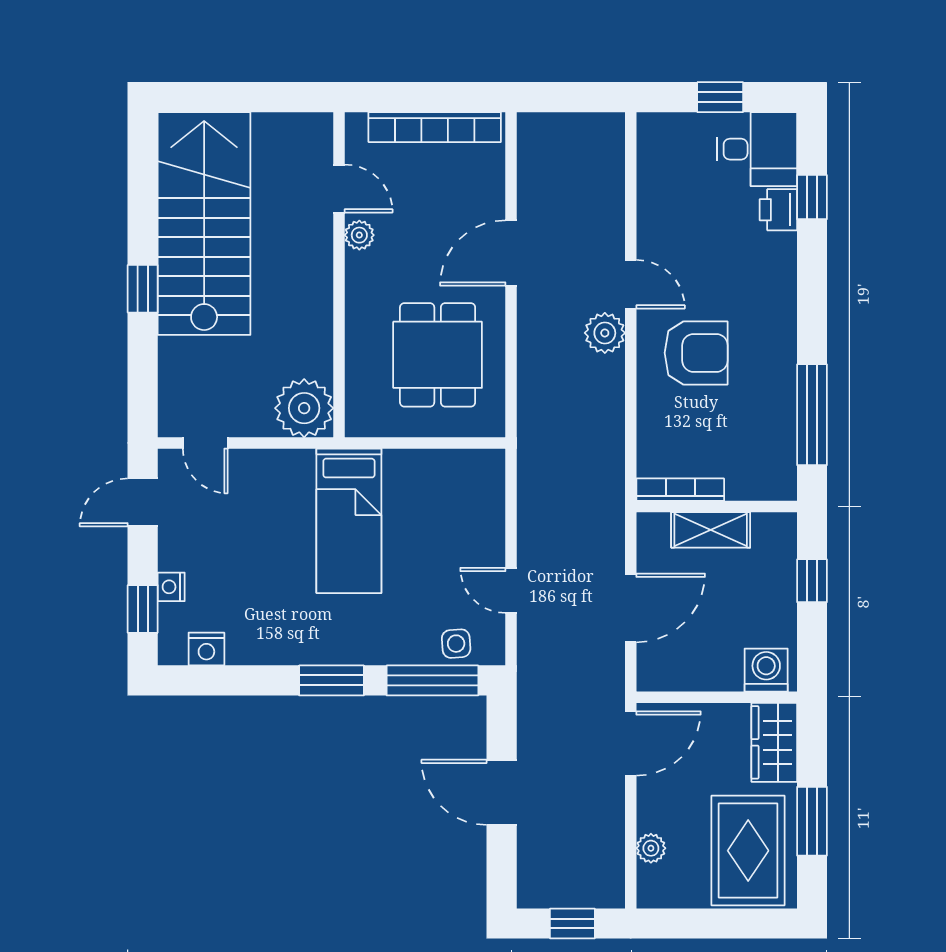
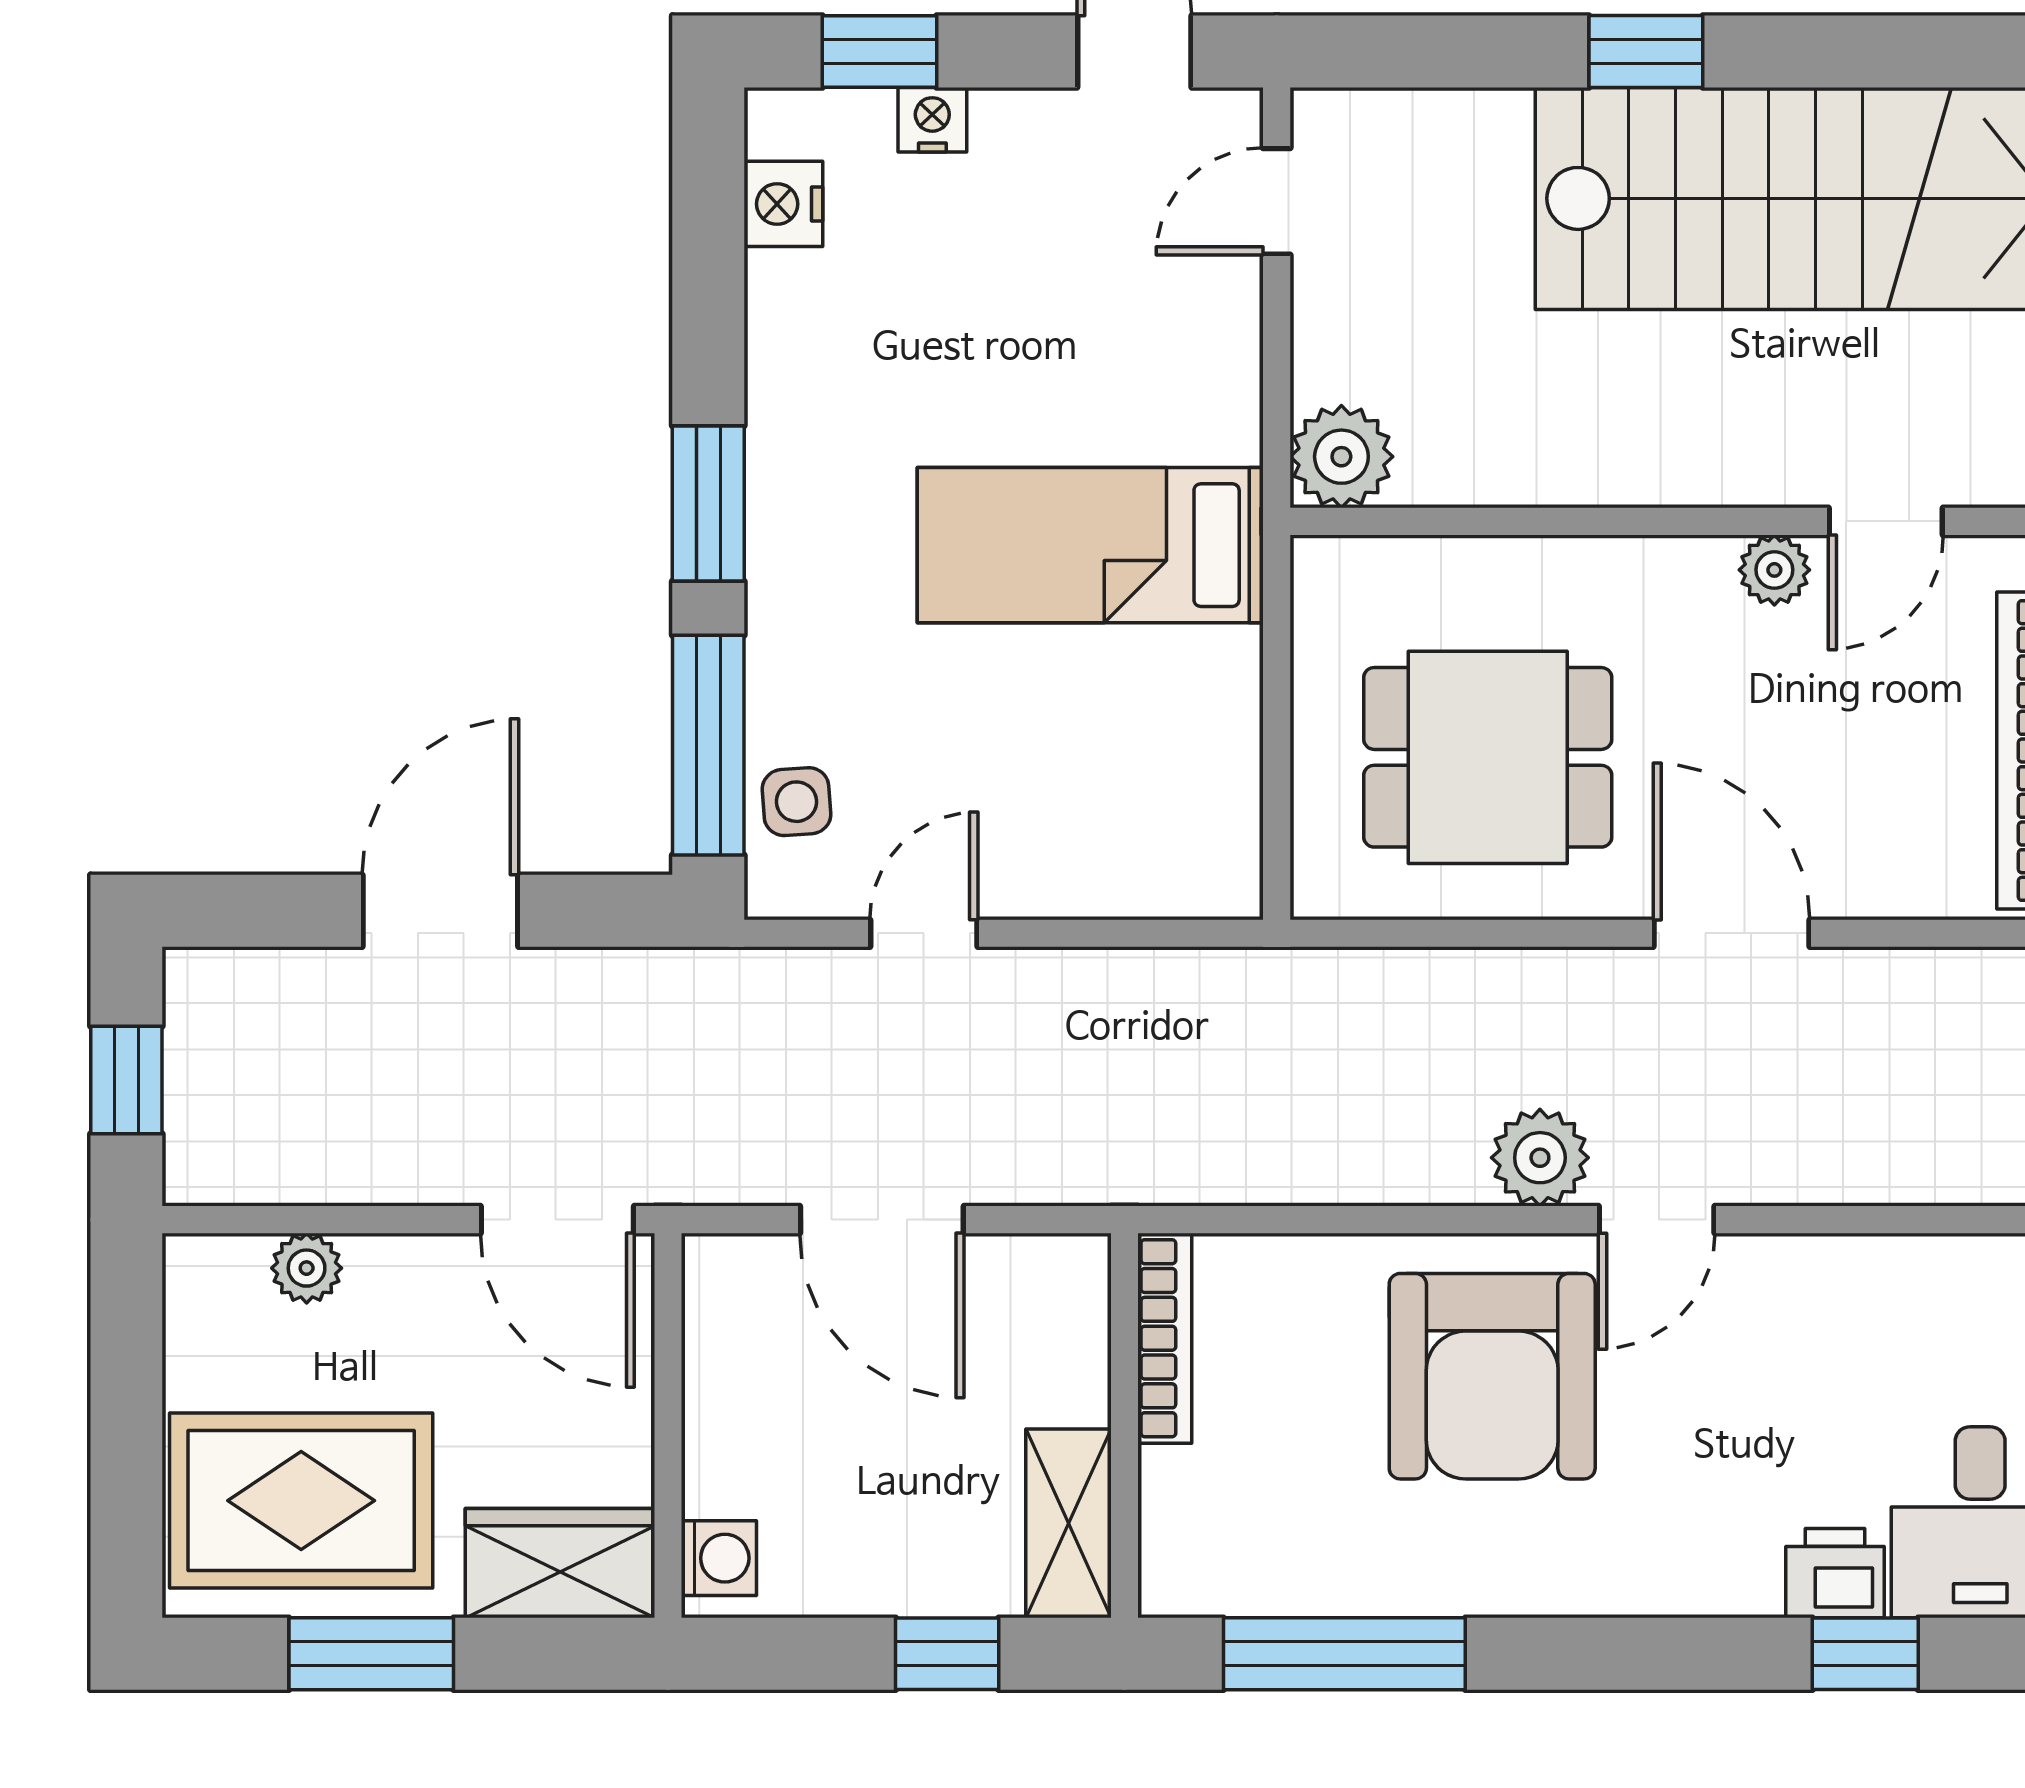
armchair: (696, 353) -> (1492, 1376), width x1.36, depth x1.36
plant: (304, 408) -> (1341, 457), width x0.73, depth x0.73
shelving: (711, 530) -> (1069, 1523), moved
washing machine: (766, 670) -> (719, 1558), width x0.73, depth x0.73

